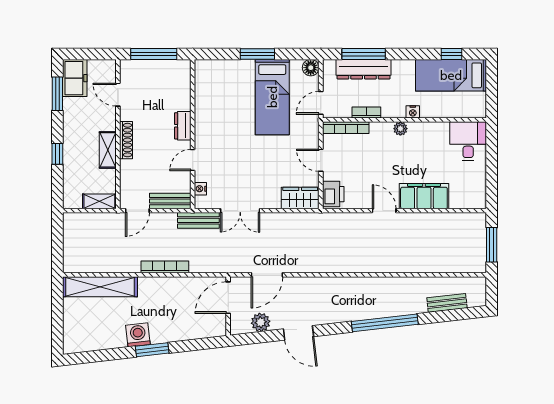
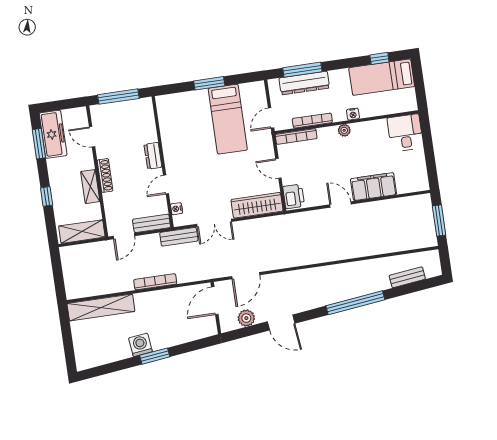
floor lamp: (311, 68) -> (258, 88), removed
freezer: (75, 78) -> (53, 134), width x1.40
bookcase: (366, 112) -> (312, 121), width x1.56
wardrobe: (300, 198) -> (257, 205), width x1.50
shelving: (99, 201) -> (82, 232), width x1.50, depth x1.33

